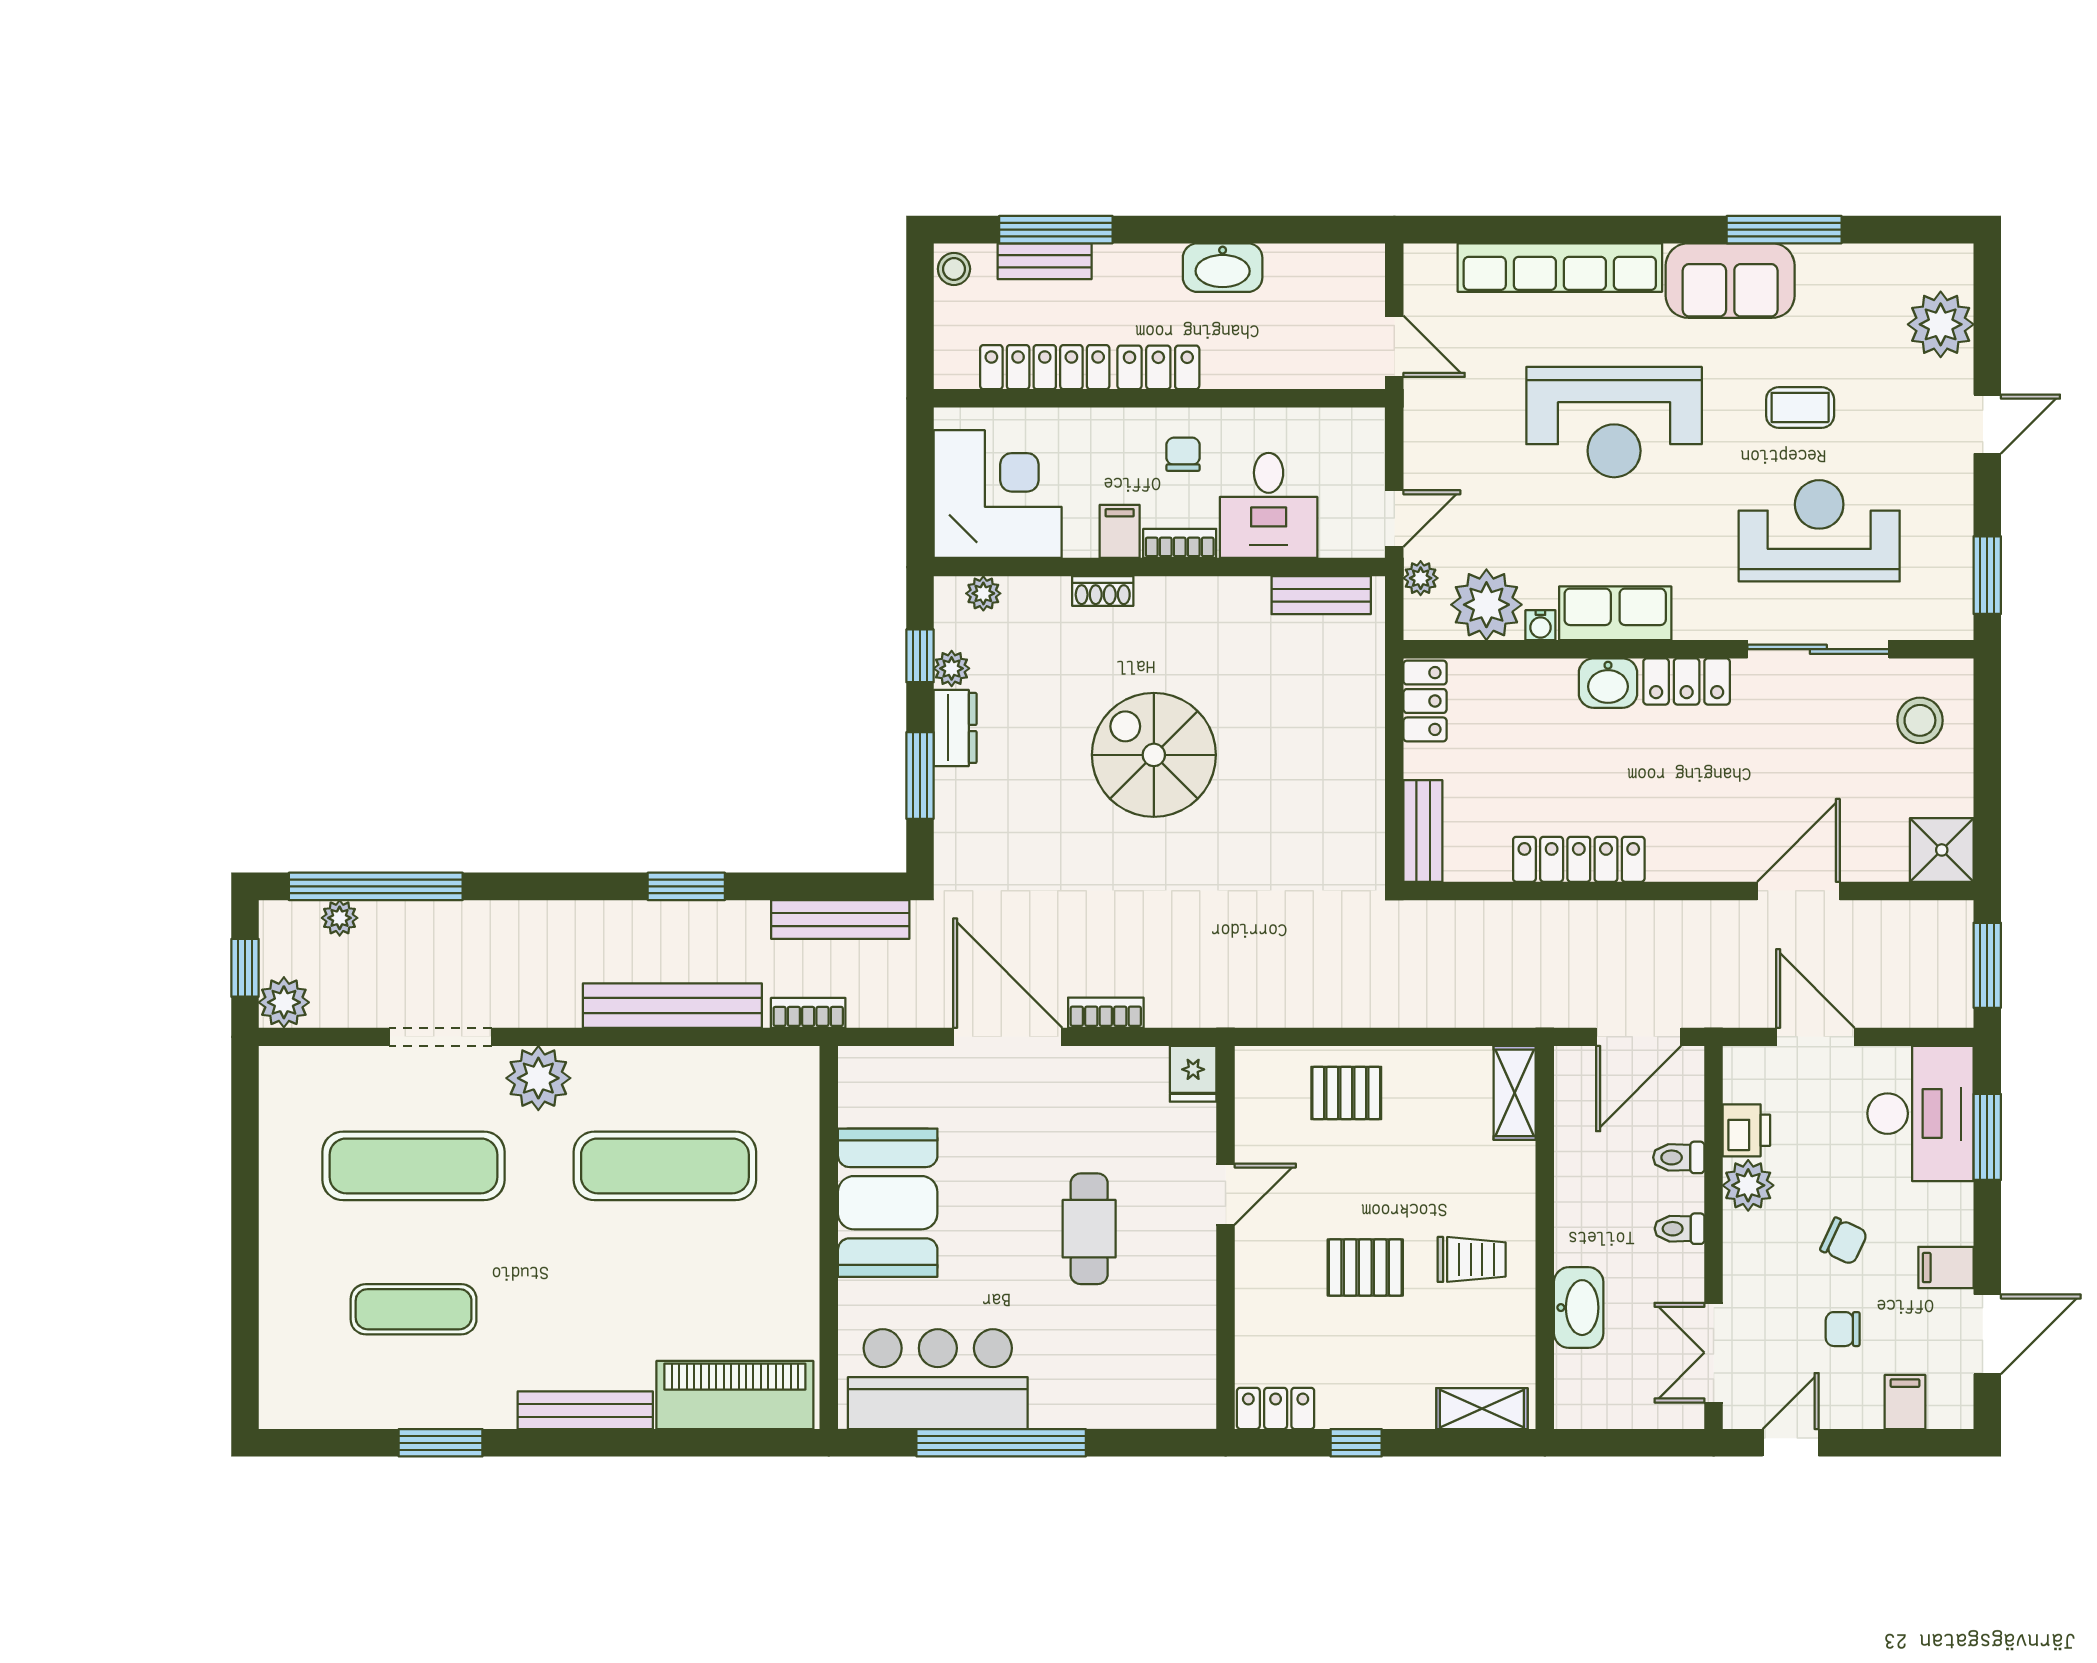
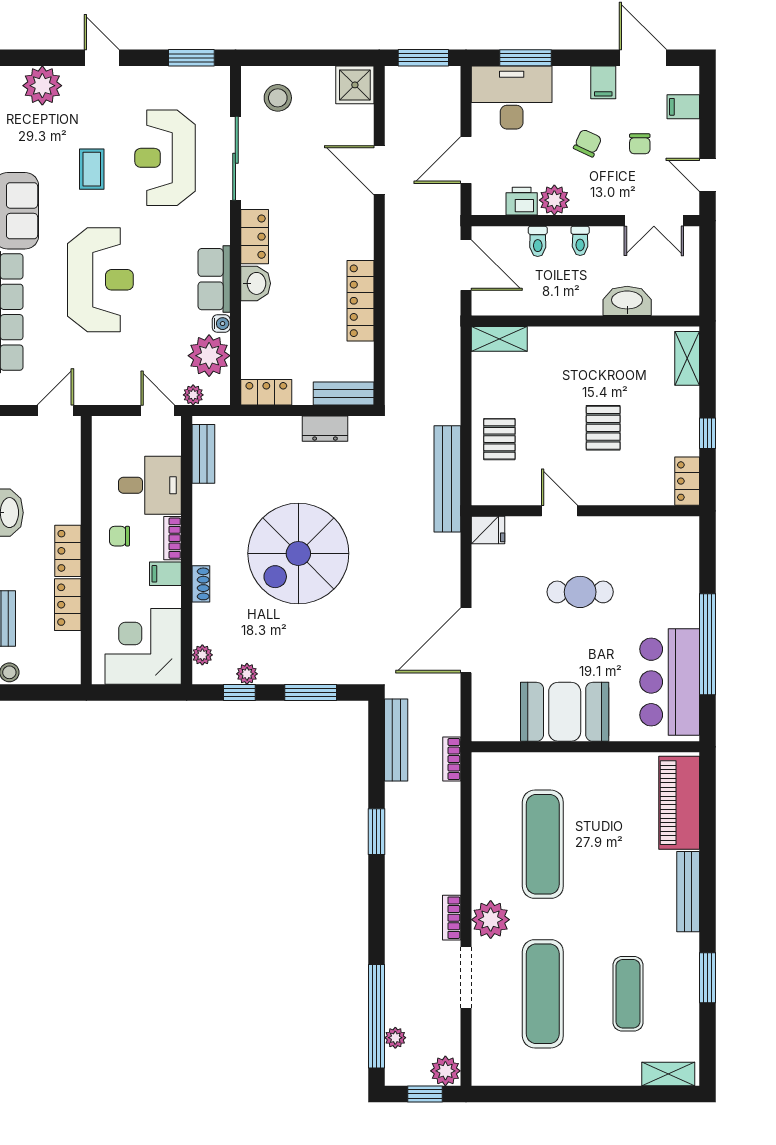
locker: (1045, 367) -> (68, 605), width x0.66
dresser: (955, 728) -> (325, 429), moved, turned 180
spiral stairs: (1154, 755) -> (298, 553), width x1.37, depth x1.37
bench: (672, 1006) -> (447, 479), moved
bookcase: (1106, 1013) -> (452, 918), moved
trolley: (1472, 1259) -> (598, 364), removed
shelving: (279, 1377) -> (668, 1074), added

